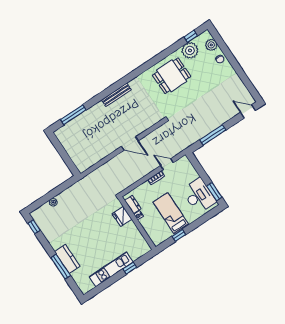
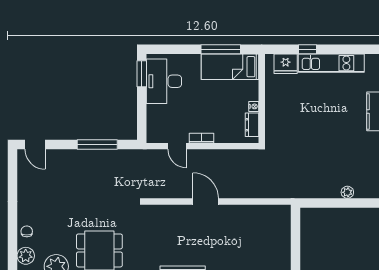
bed: (171, 213) -> (230, 67), moved, turned 90
fridge: (122, 216) -> (286, 64), moved, turned 90
window: (179, 235) -> (221, 49), width x2.17

